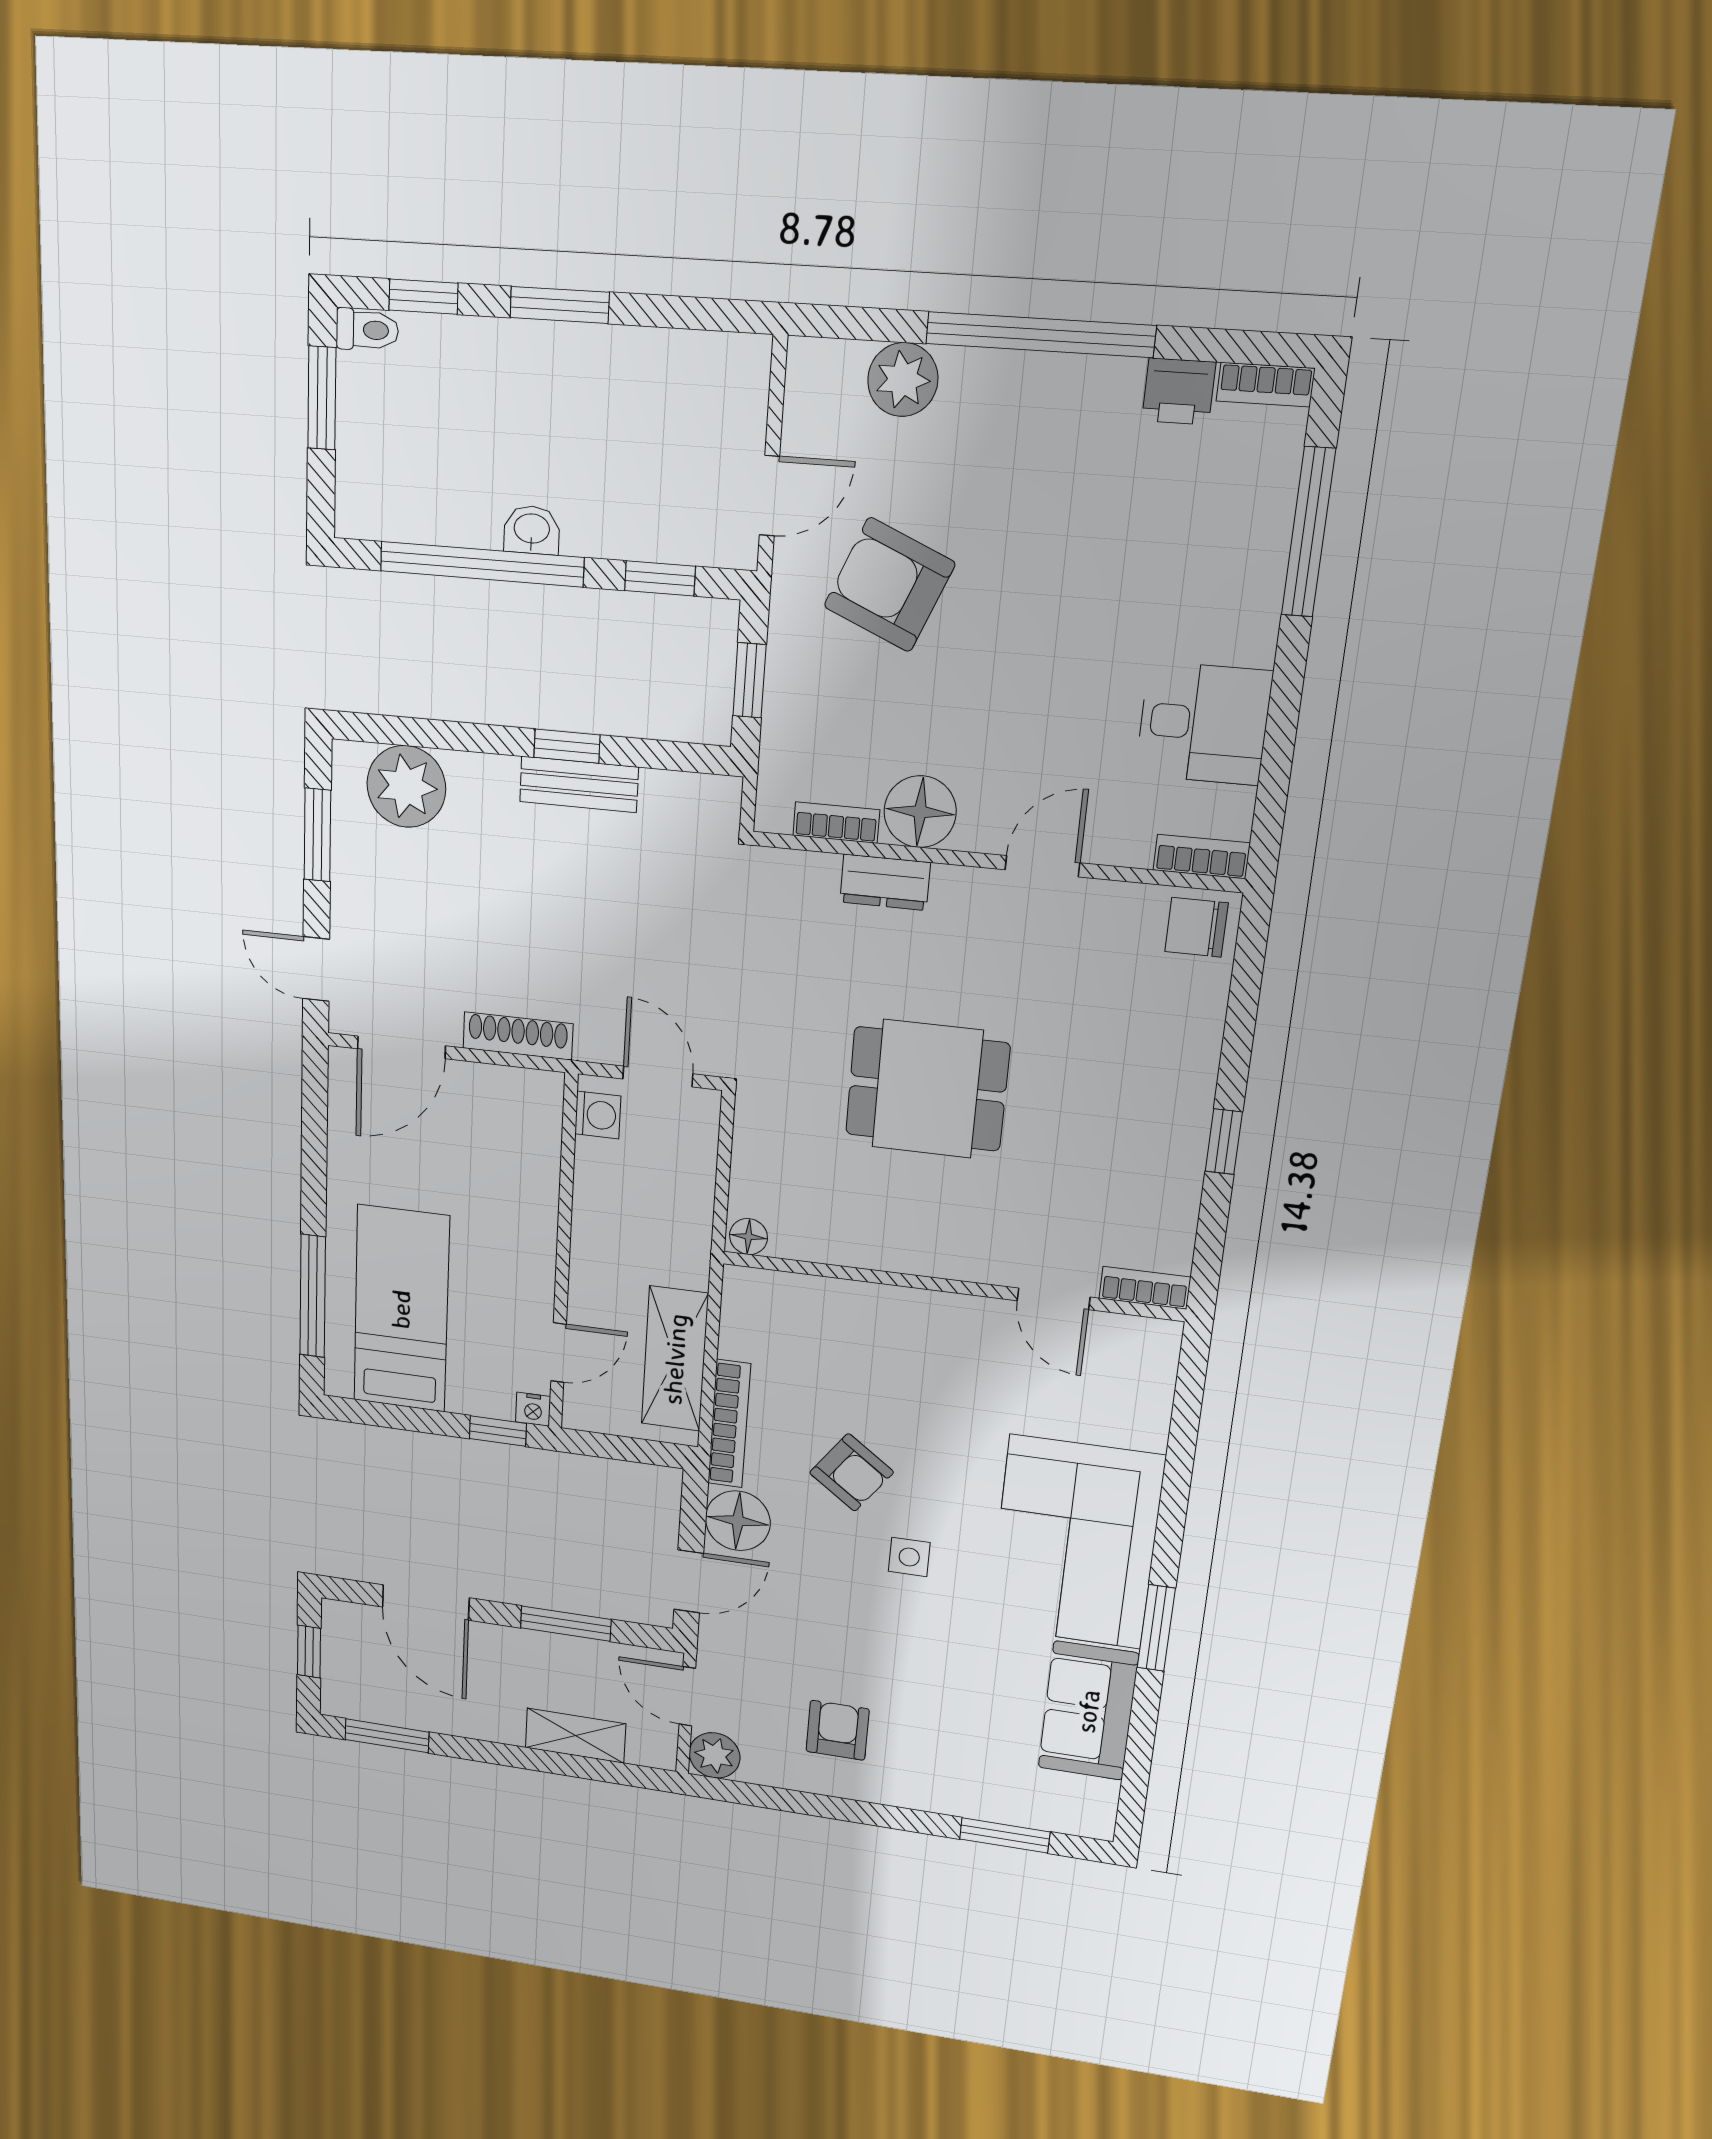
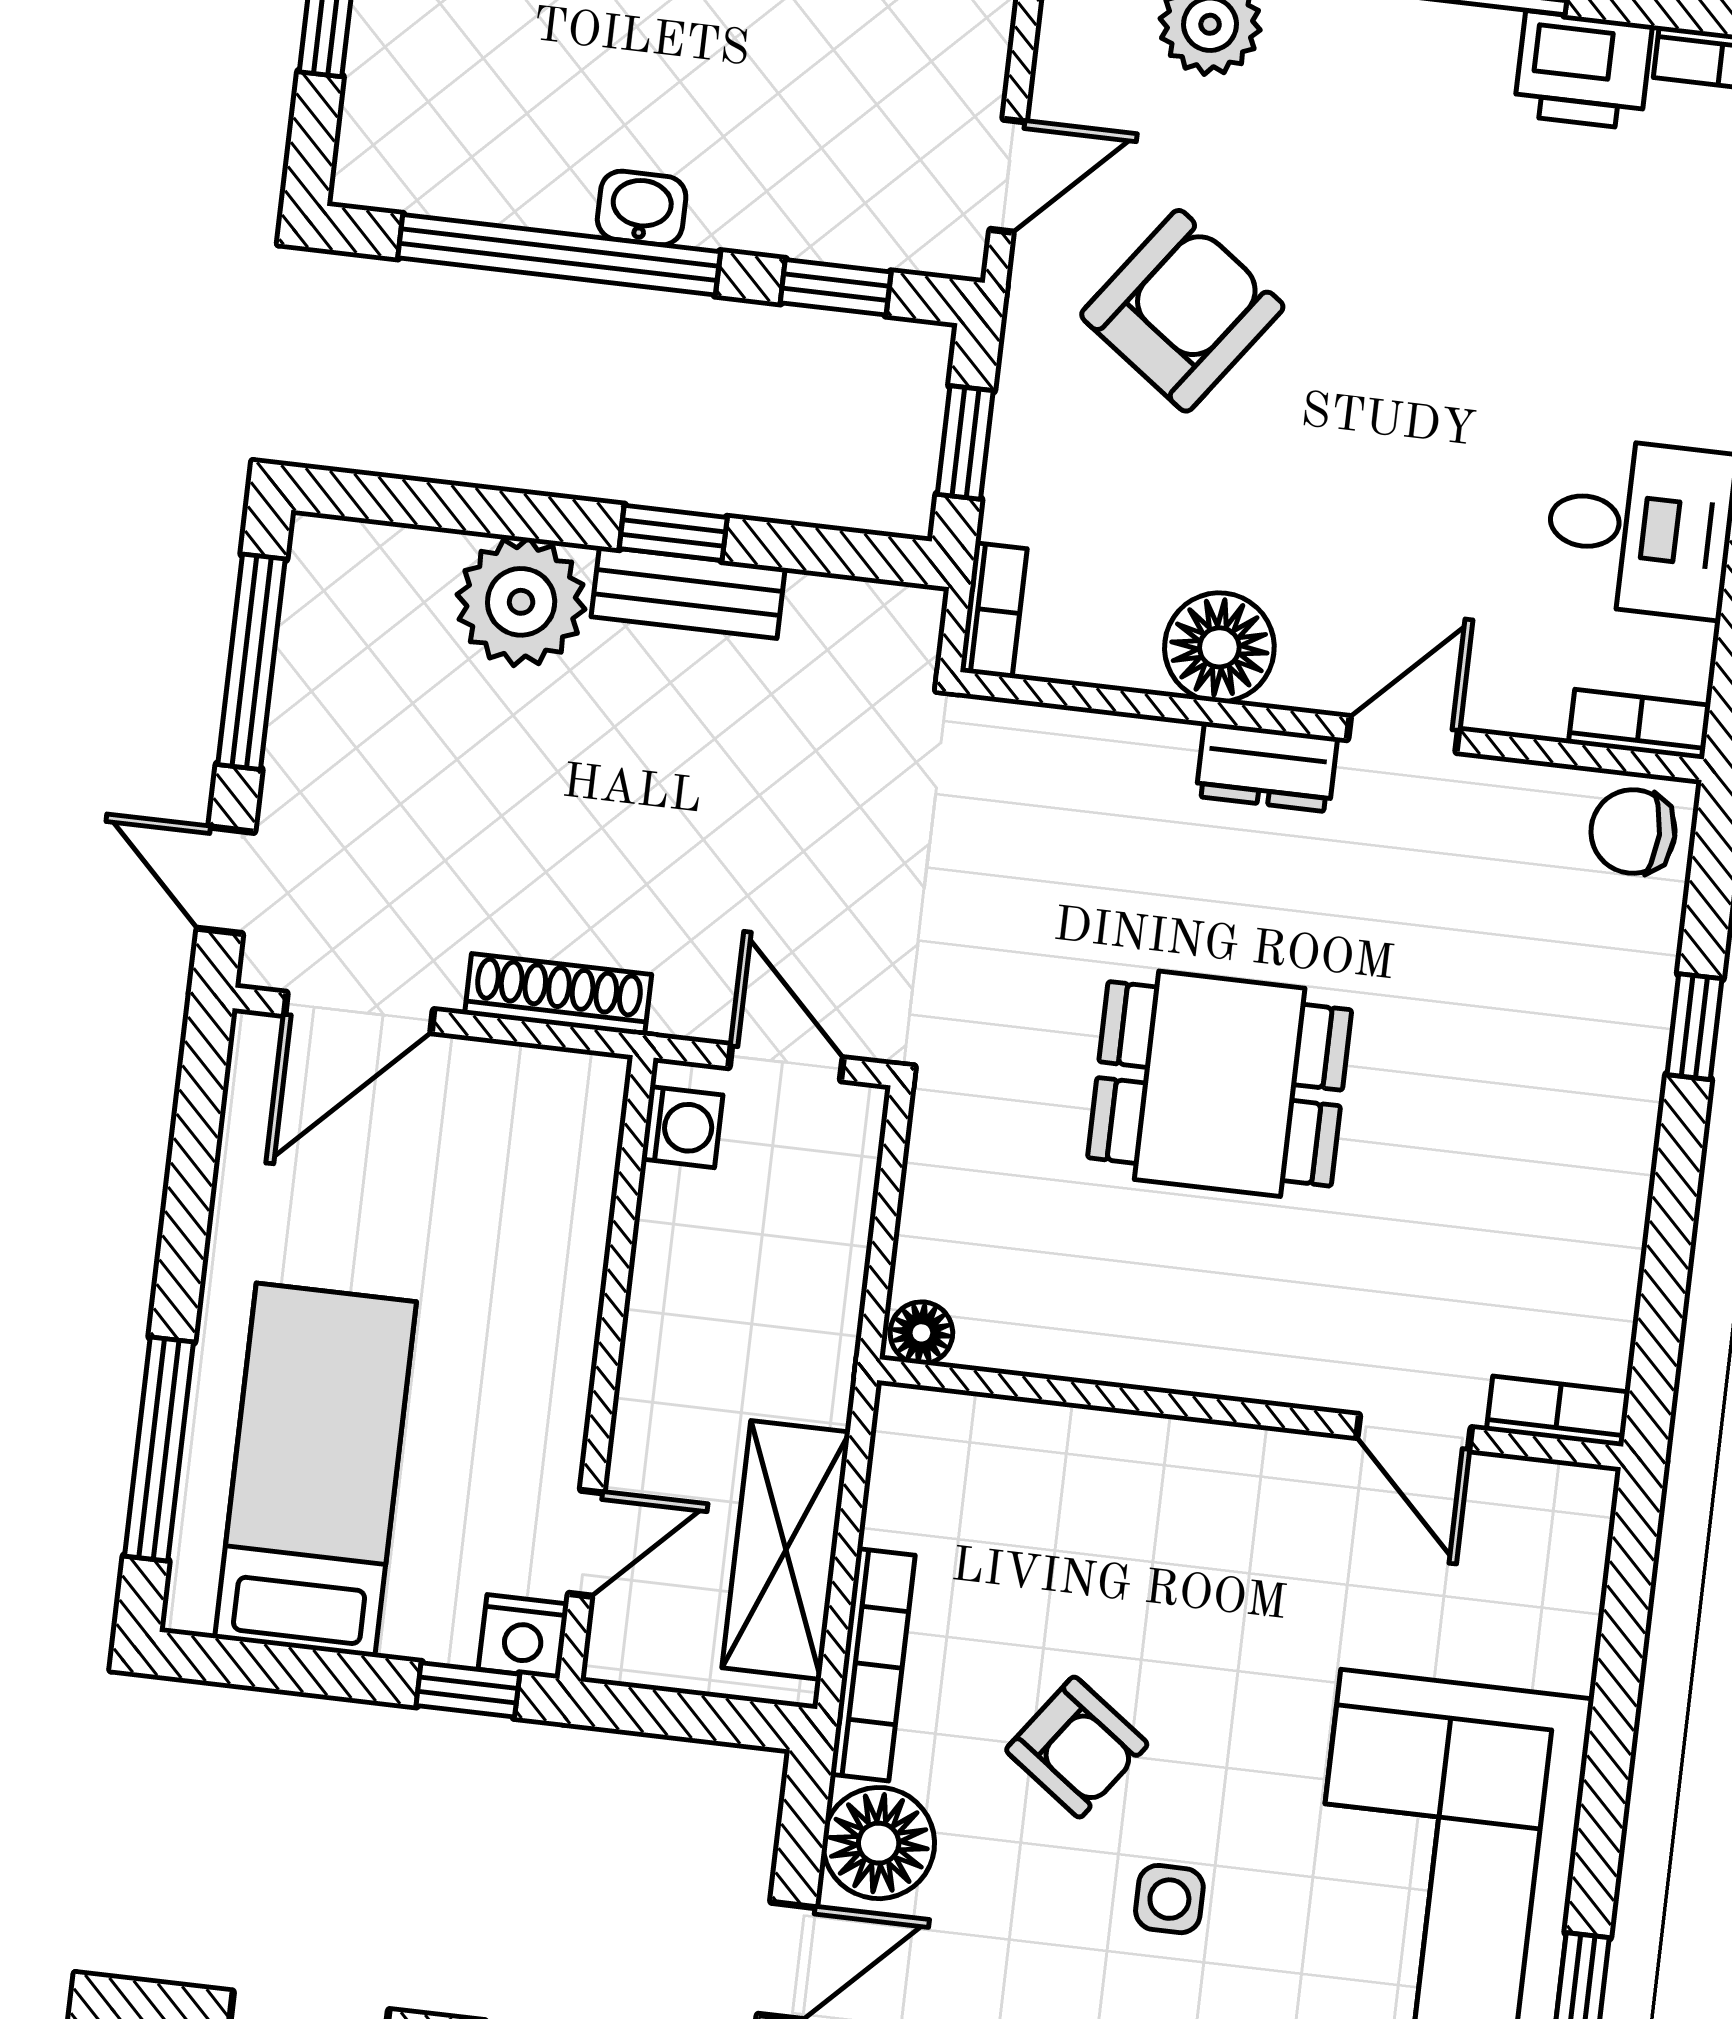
printer: (1179, 391) -> (1583, 70), width x1.36, depth x1.24
armchair: (889, 585) -> (1182, 311), turned 103
plant: (406, 786) -> (521, 602), moved
bookcase: (836, 823) -> (994, 610), moved, turned 90
window: (317, 835) -> (251, 662), width x1.44
dresser: (885, 882) -> (1267, 767), moved
window: (1224, 1142) -> (1694, 1027), moved
nightstand: (533, 1409) -> (523, 1637), width x1.39, depth x1.35

